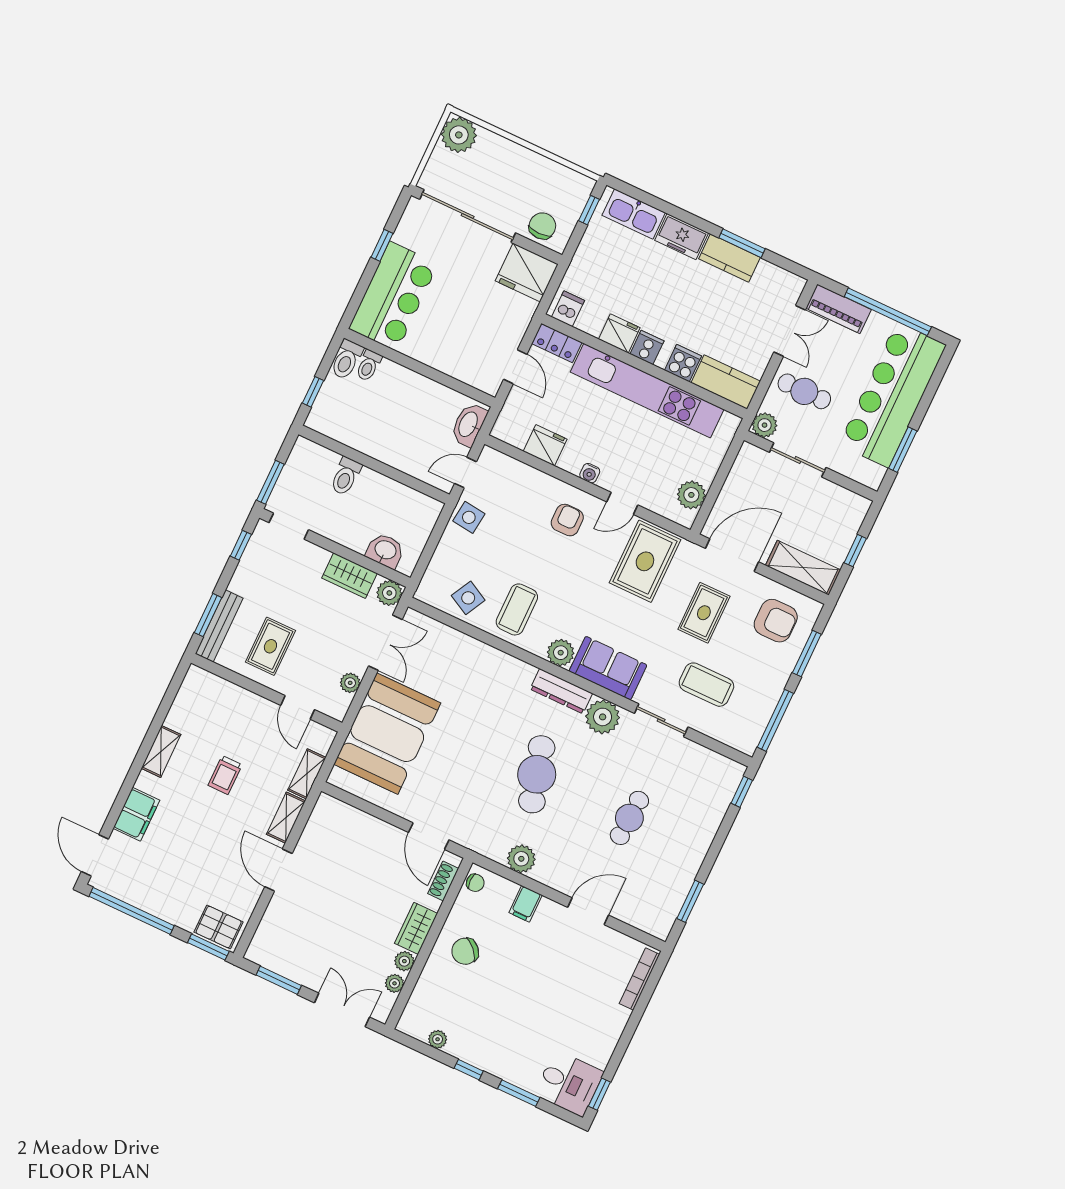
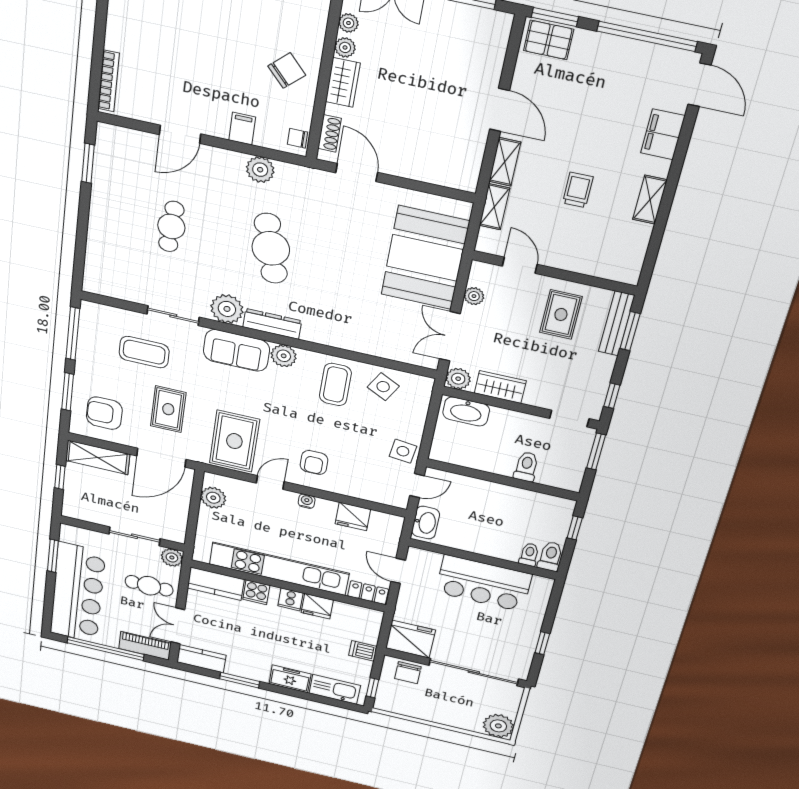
kitchen counter: (729, 258) -> (201, 659), moved
bar counter: (393, 296) -> (484, 583), moved, turned -90
dishwasher: (568, 309) -> (363, 651), moved, turned 90
washbasin: (385, 551) -> (466, 411), width x1.38
window: (742, 792) -> (79, 269), removed

